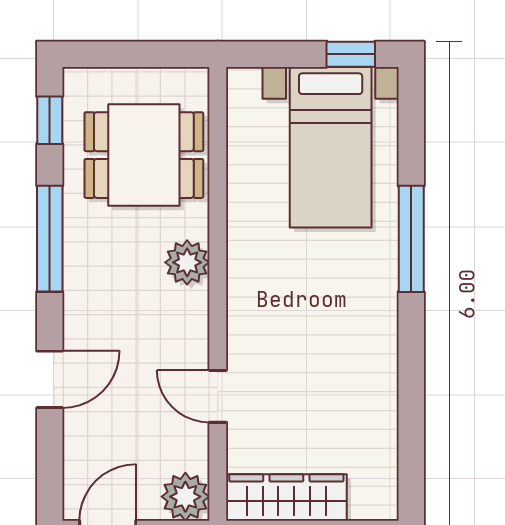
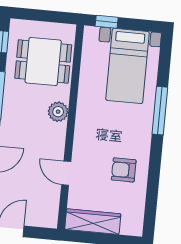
window: (351, 54) -> (107, 22), moved
armchair: (344, 377) -> (124, 170), added
plant: (185, 497) -> (47, 217), removed

